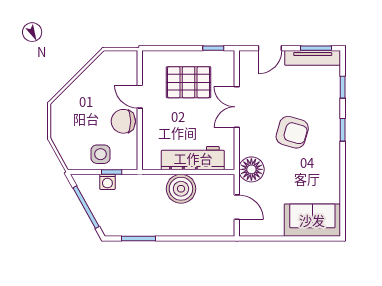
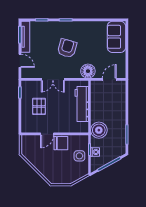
pallet: (189, 82) -> (39, 106), width x0.67, depth x0.71
chair: (123, 121) -> (61, 143), turned -90
boiler: (181, 189) -> (99, 130), moved

